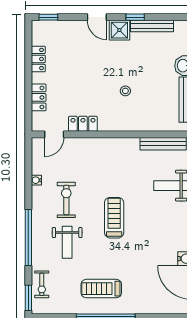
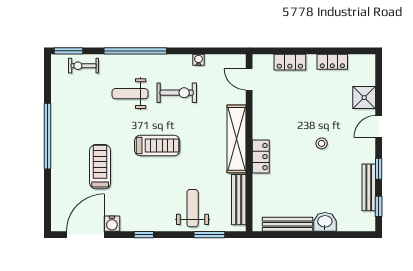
window: (48, 17) -> (379, 206), moved
shower: (119, 30) -> (364, 98), moved
stool: (125, 91) -> (322, 143), moved
locker: (83, 124) -> (261, 157), moved
shelving: (108, 146) -> (237, 139), added
treadmill: (101, 289) -> (100, 167), moved

